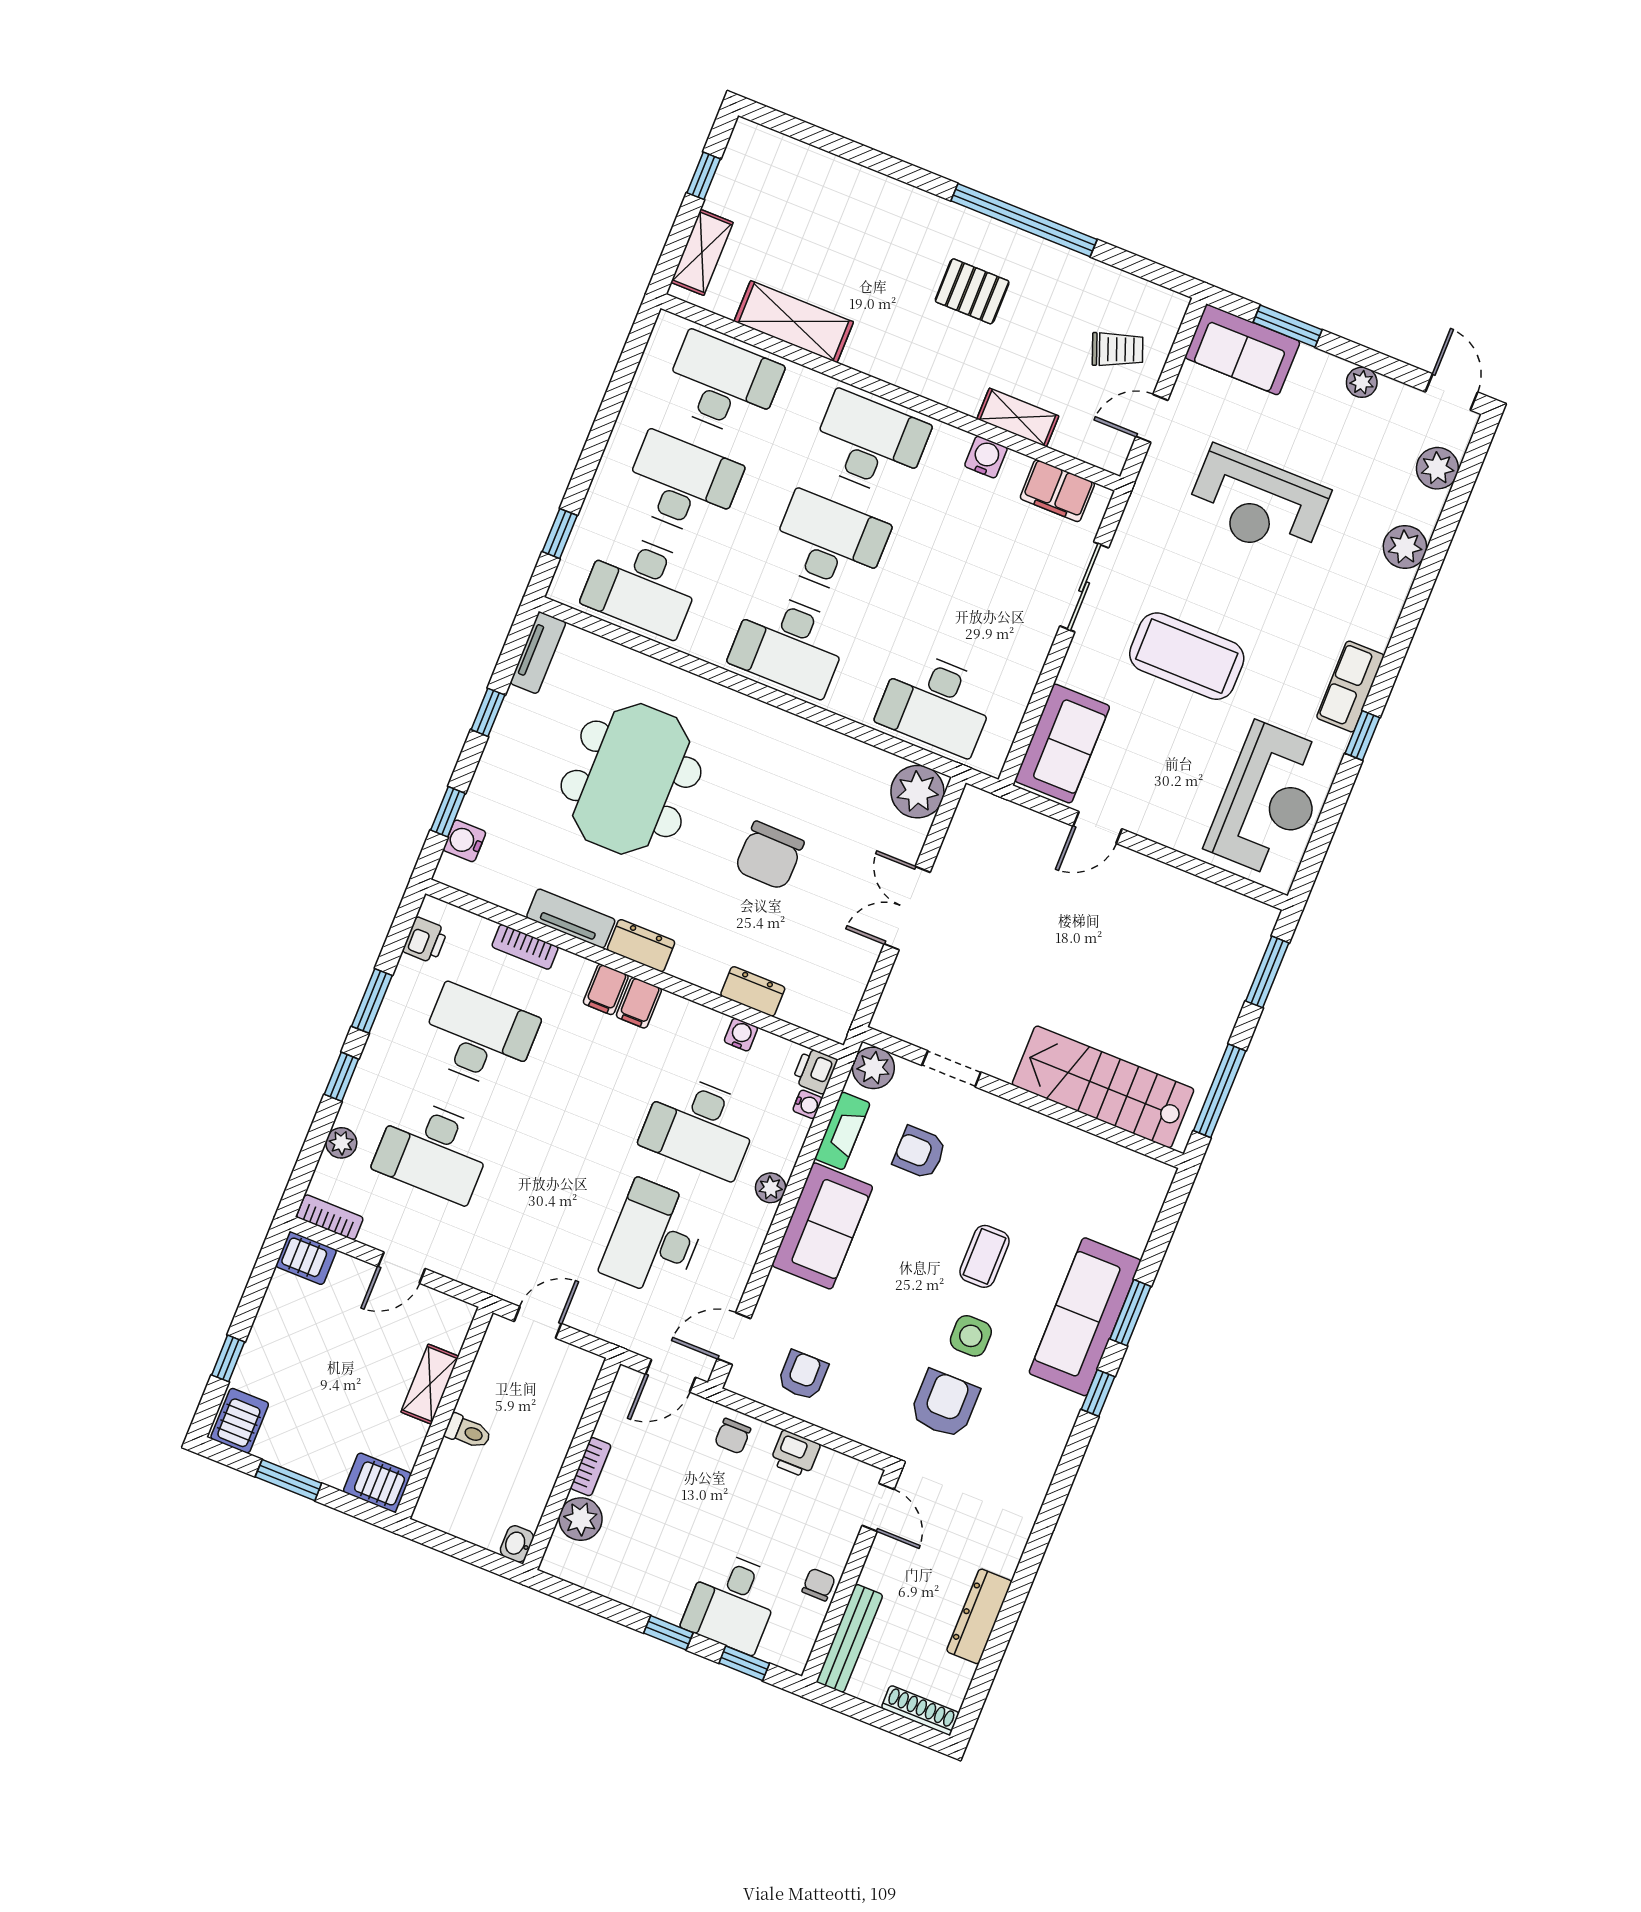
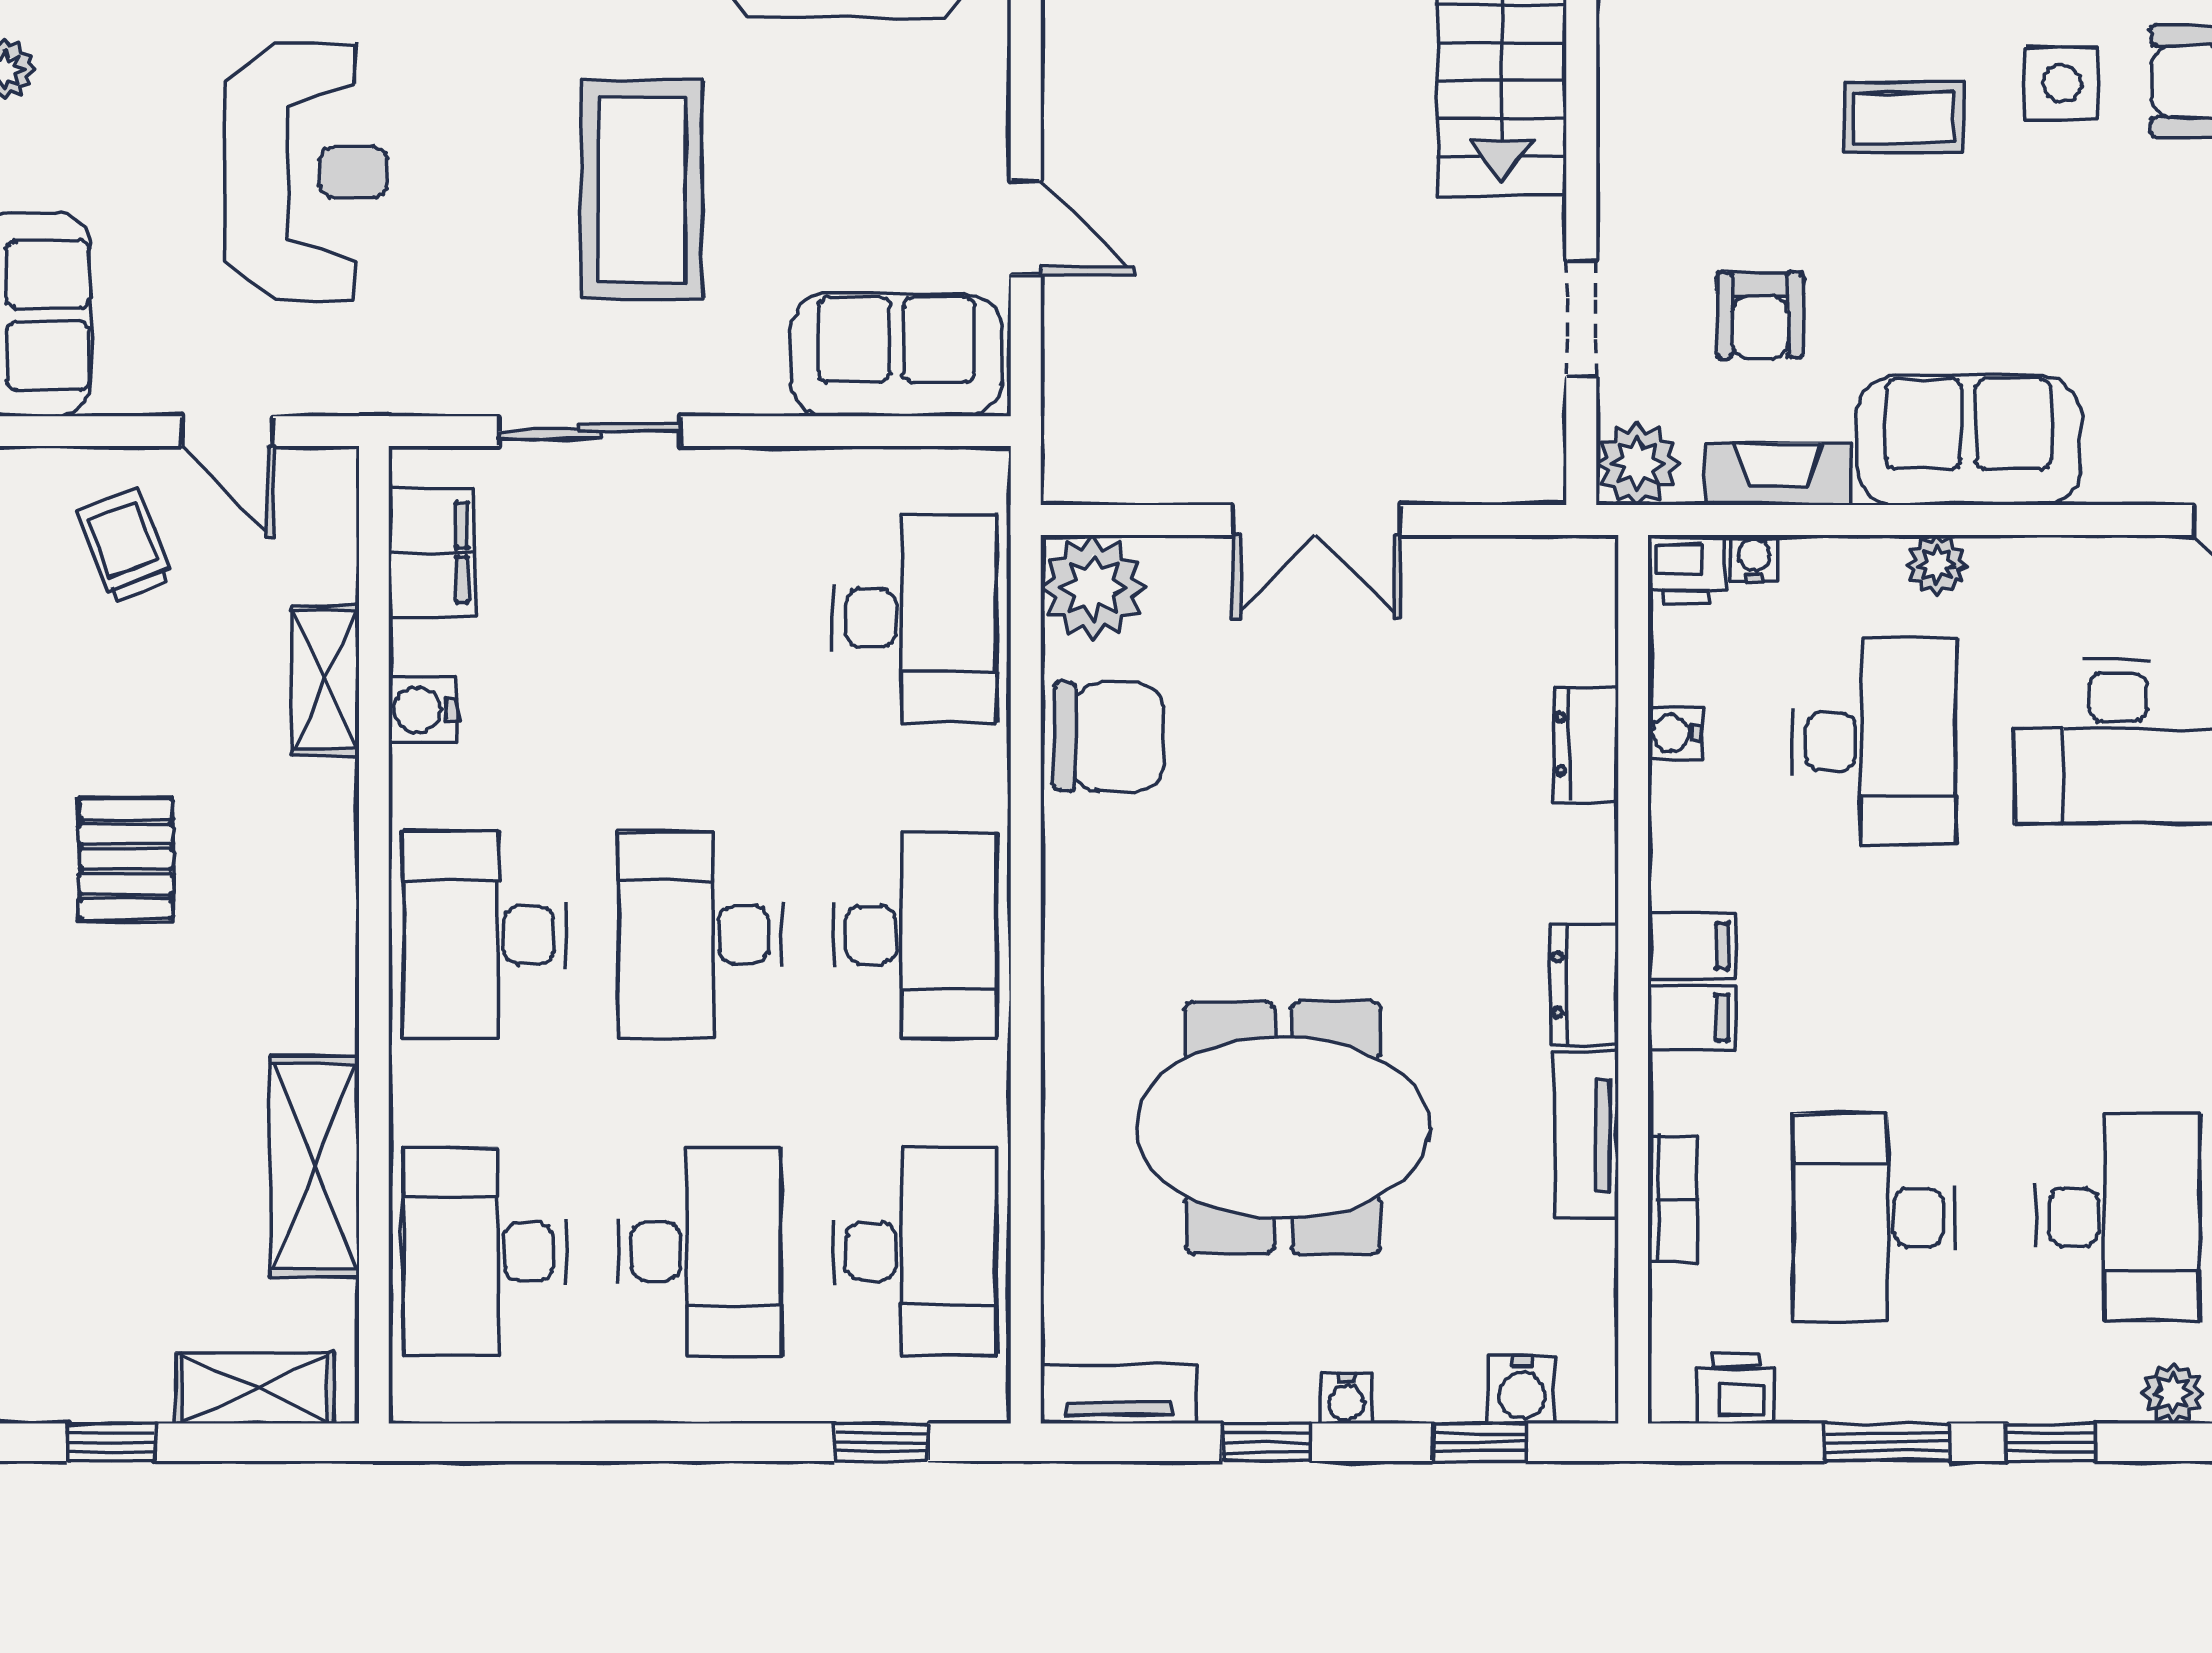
desk: (682, 485) -> (700, 1252), turned 180
water cooler: (493, 758) -> (1346, 1398), added
chair: (769, 856) -> (1108, 737), moved

